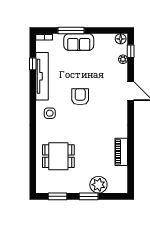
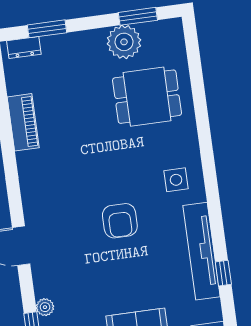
plant: (98, 185) -> (124, 42), moved
dresser: (116, 189) -> (24, 48), added
window: (89, 196) -> (47, 29), moved

